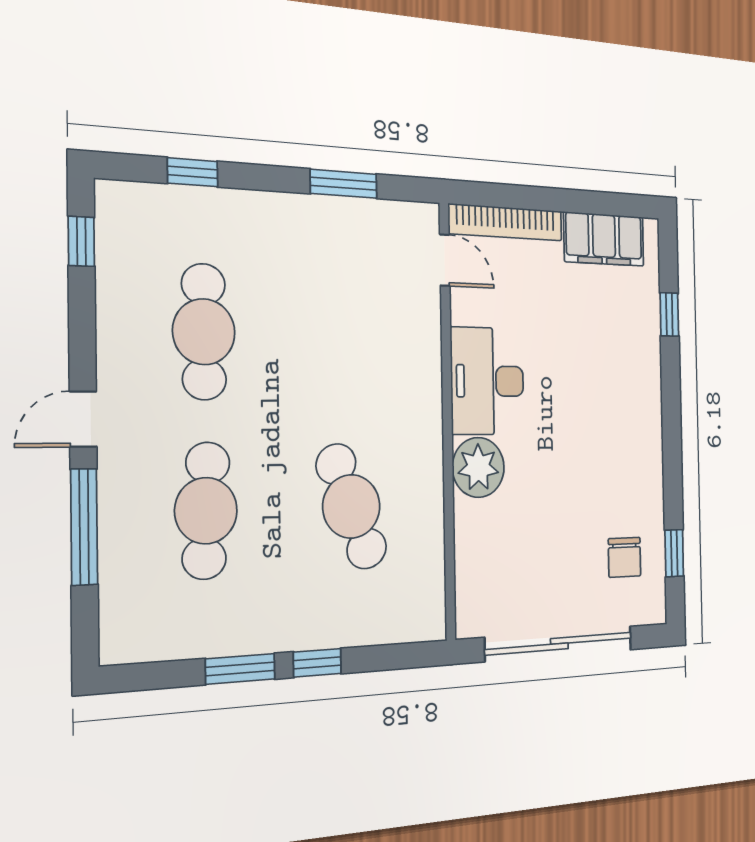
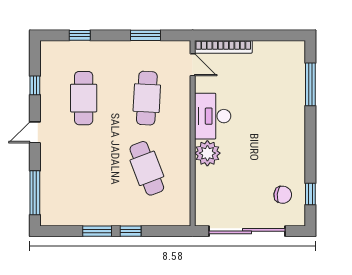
filing cabinet: (604, 239) -> (275, 51), removed
window: (81, 241) -> (35, 85), moved
window: (669, 314) -> (310, 84), width x2.17
cafe table: (206, 511) -> (147, 98), moved
window: (84, 527) -> (35, 193), moved
chair: (625, 557) -> (283, 195), turned -83

